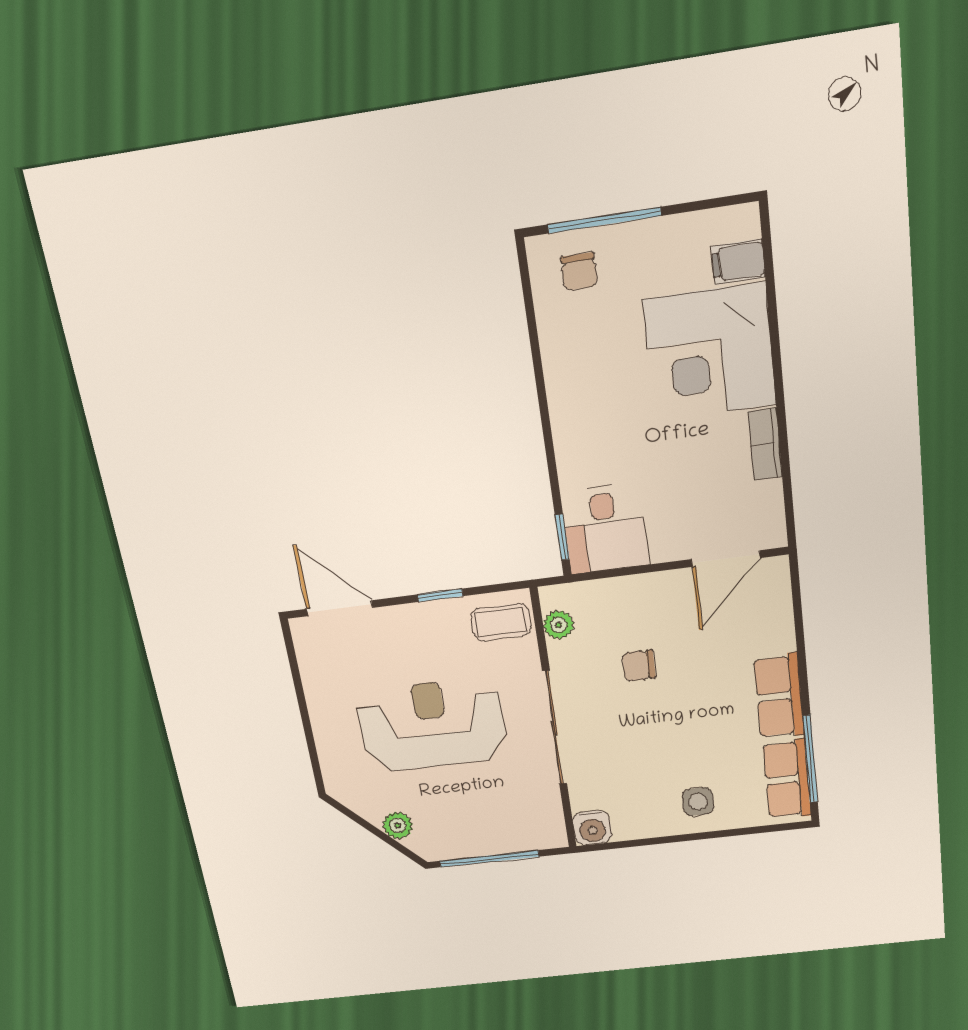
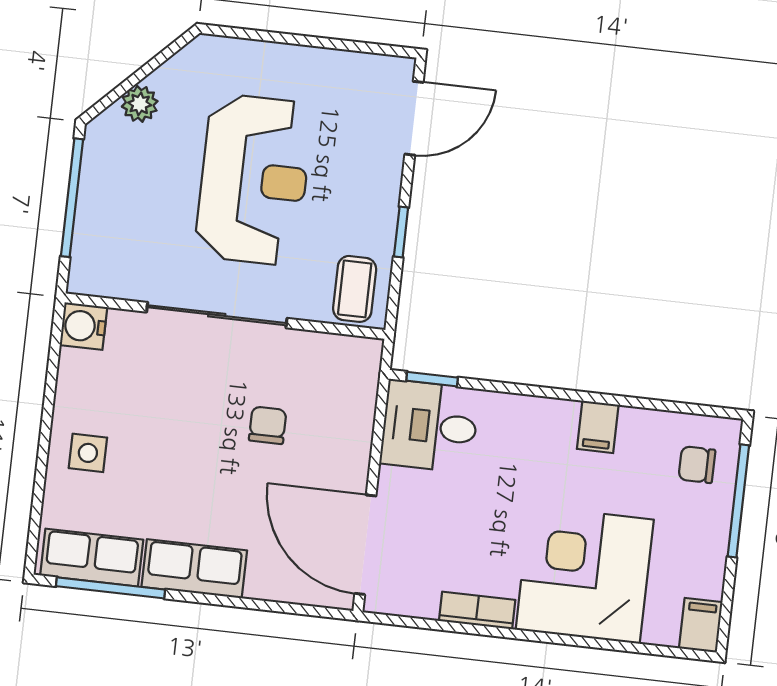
filing cabinet: (738, 262) -> (701, 625), moved
filing cabinet: (567, 377) -> (598, 427), added
door: (726, 559) -> (365, 545), width x1.36
plant: (559, 625) -> (336, 350), removed

